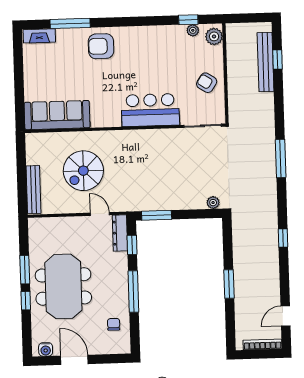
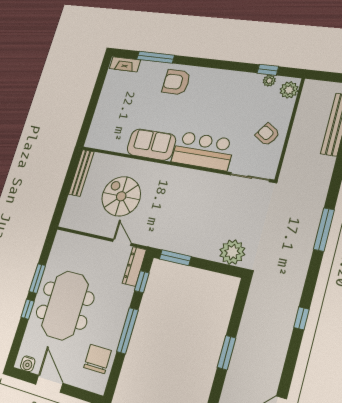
sofa: (57, 115) -> (151, 145), moved, width x0.73
spiral stairs: (83, 171) -> (121, 196), turned 90
bench: (34, 190) -> (81, 173), moved
plant: (213, 203) -> (232, 252), width x1.87, depth x1.87
chair: (114, 324) -> (98, 359), width x1.87, depth x1.87

